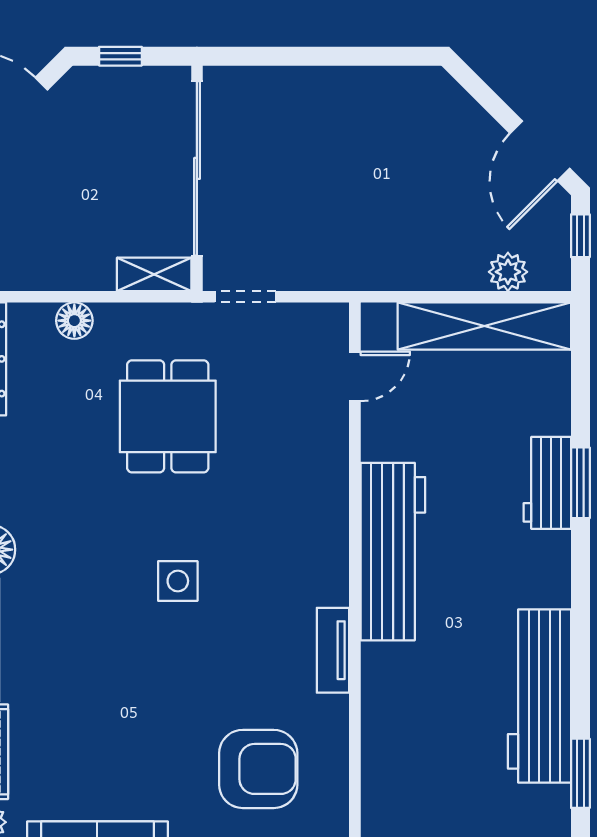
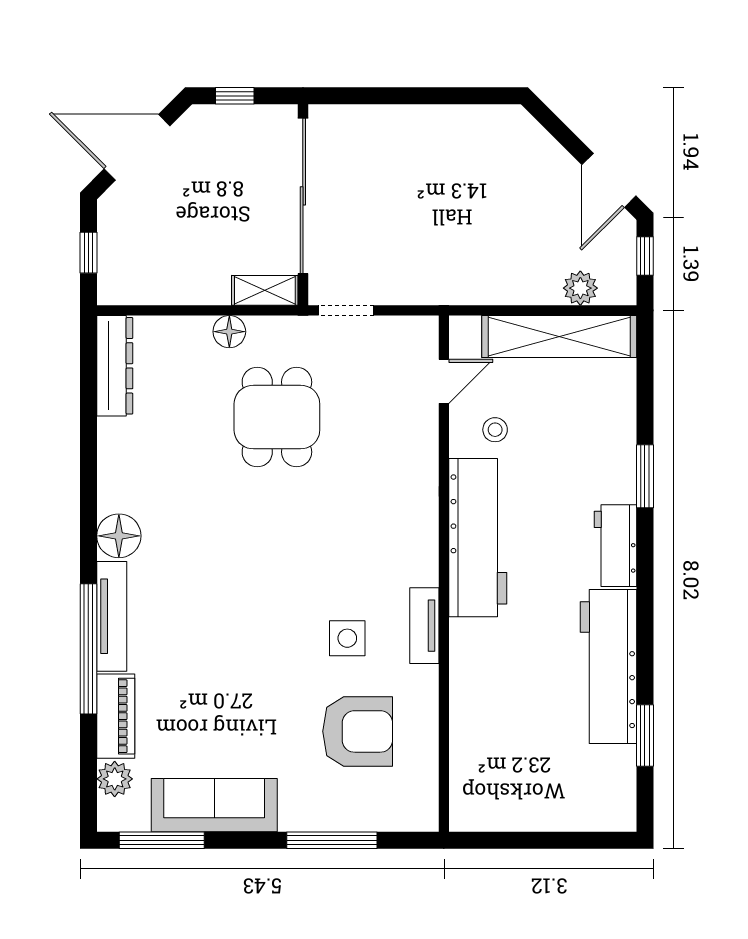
floor lamp: (74, 321) -> (229, 332), moved
stool: (412, 431) -> (495, 430), added
workbench: (547, 483) -> (615, 546), moved
side table: (178, 581) -> (347, 638), moved

